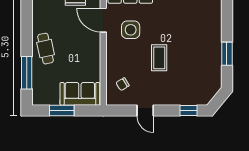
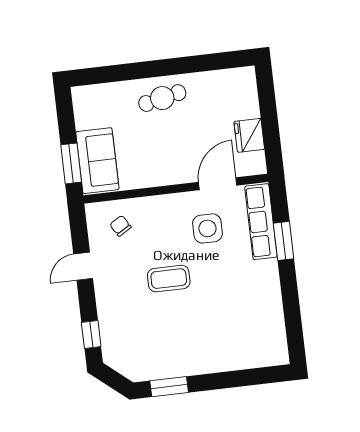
window: (227, 54) -> (169, 387), moved
window: (27, 73) -> (121, 73), removed
window: (62, 111) -> (71, 163), moved

